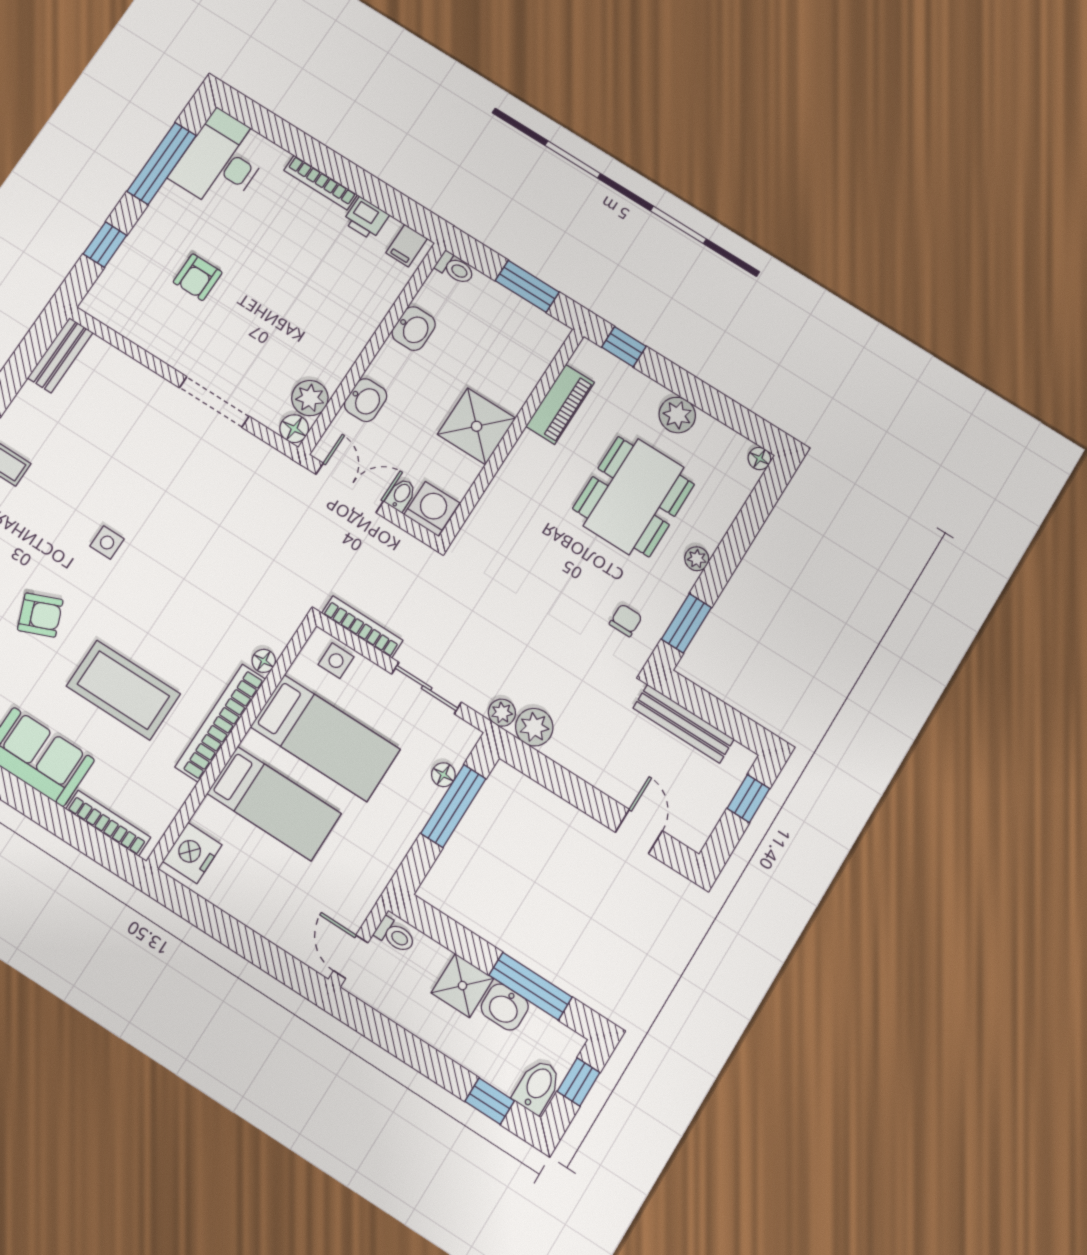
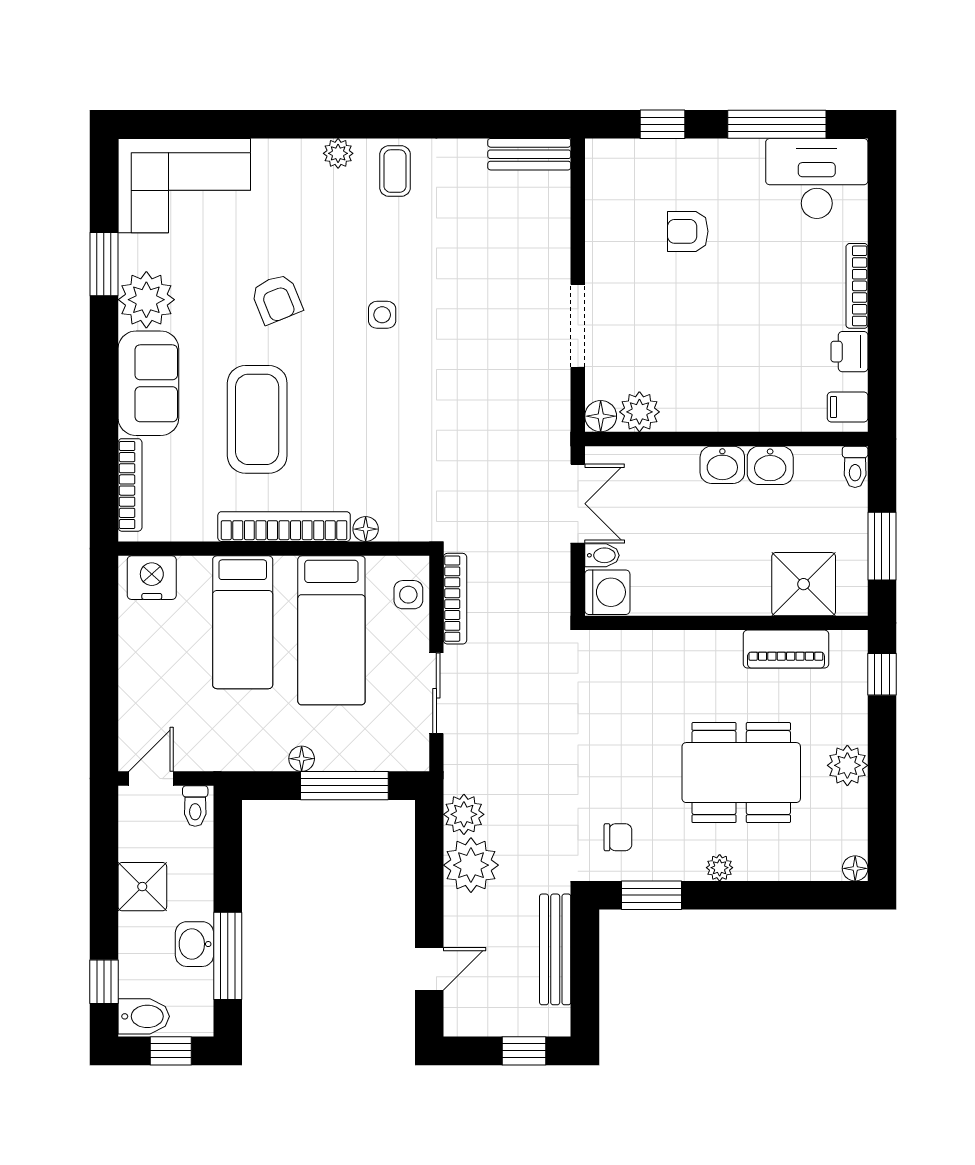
washbasin: (366, 400) -> (722, 465), moved
shower: (477, 426) -> (804, 584), moved
plant: (502, 713) -> (471, 865), moved, width x1.87, depth x1.87
floor lamp: (443, 775) -> (302, 759), moved
shower: (462, 986) -> (142, 887), moved

